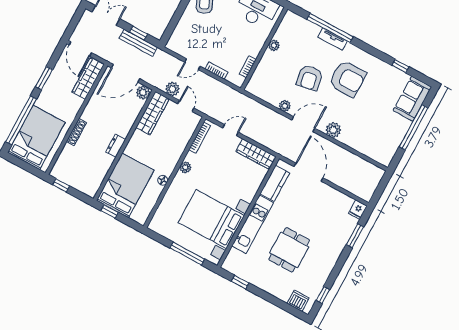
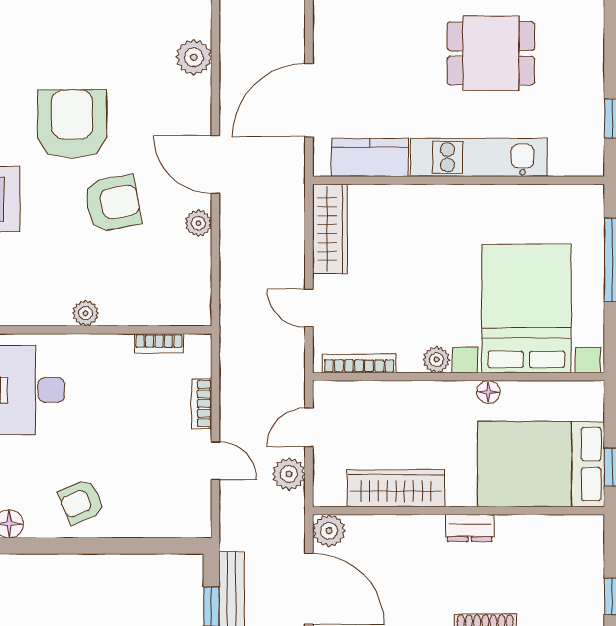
wardrobe: (152, 113) -> (396, 488), moved
plant: (333, 130) -> (194, 57), moved
bed with nightstands: (211, 219) -> (526, 308), moved, turned 180

